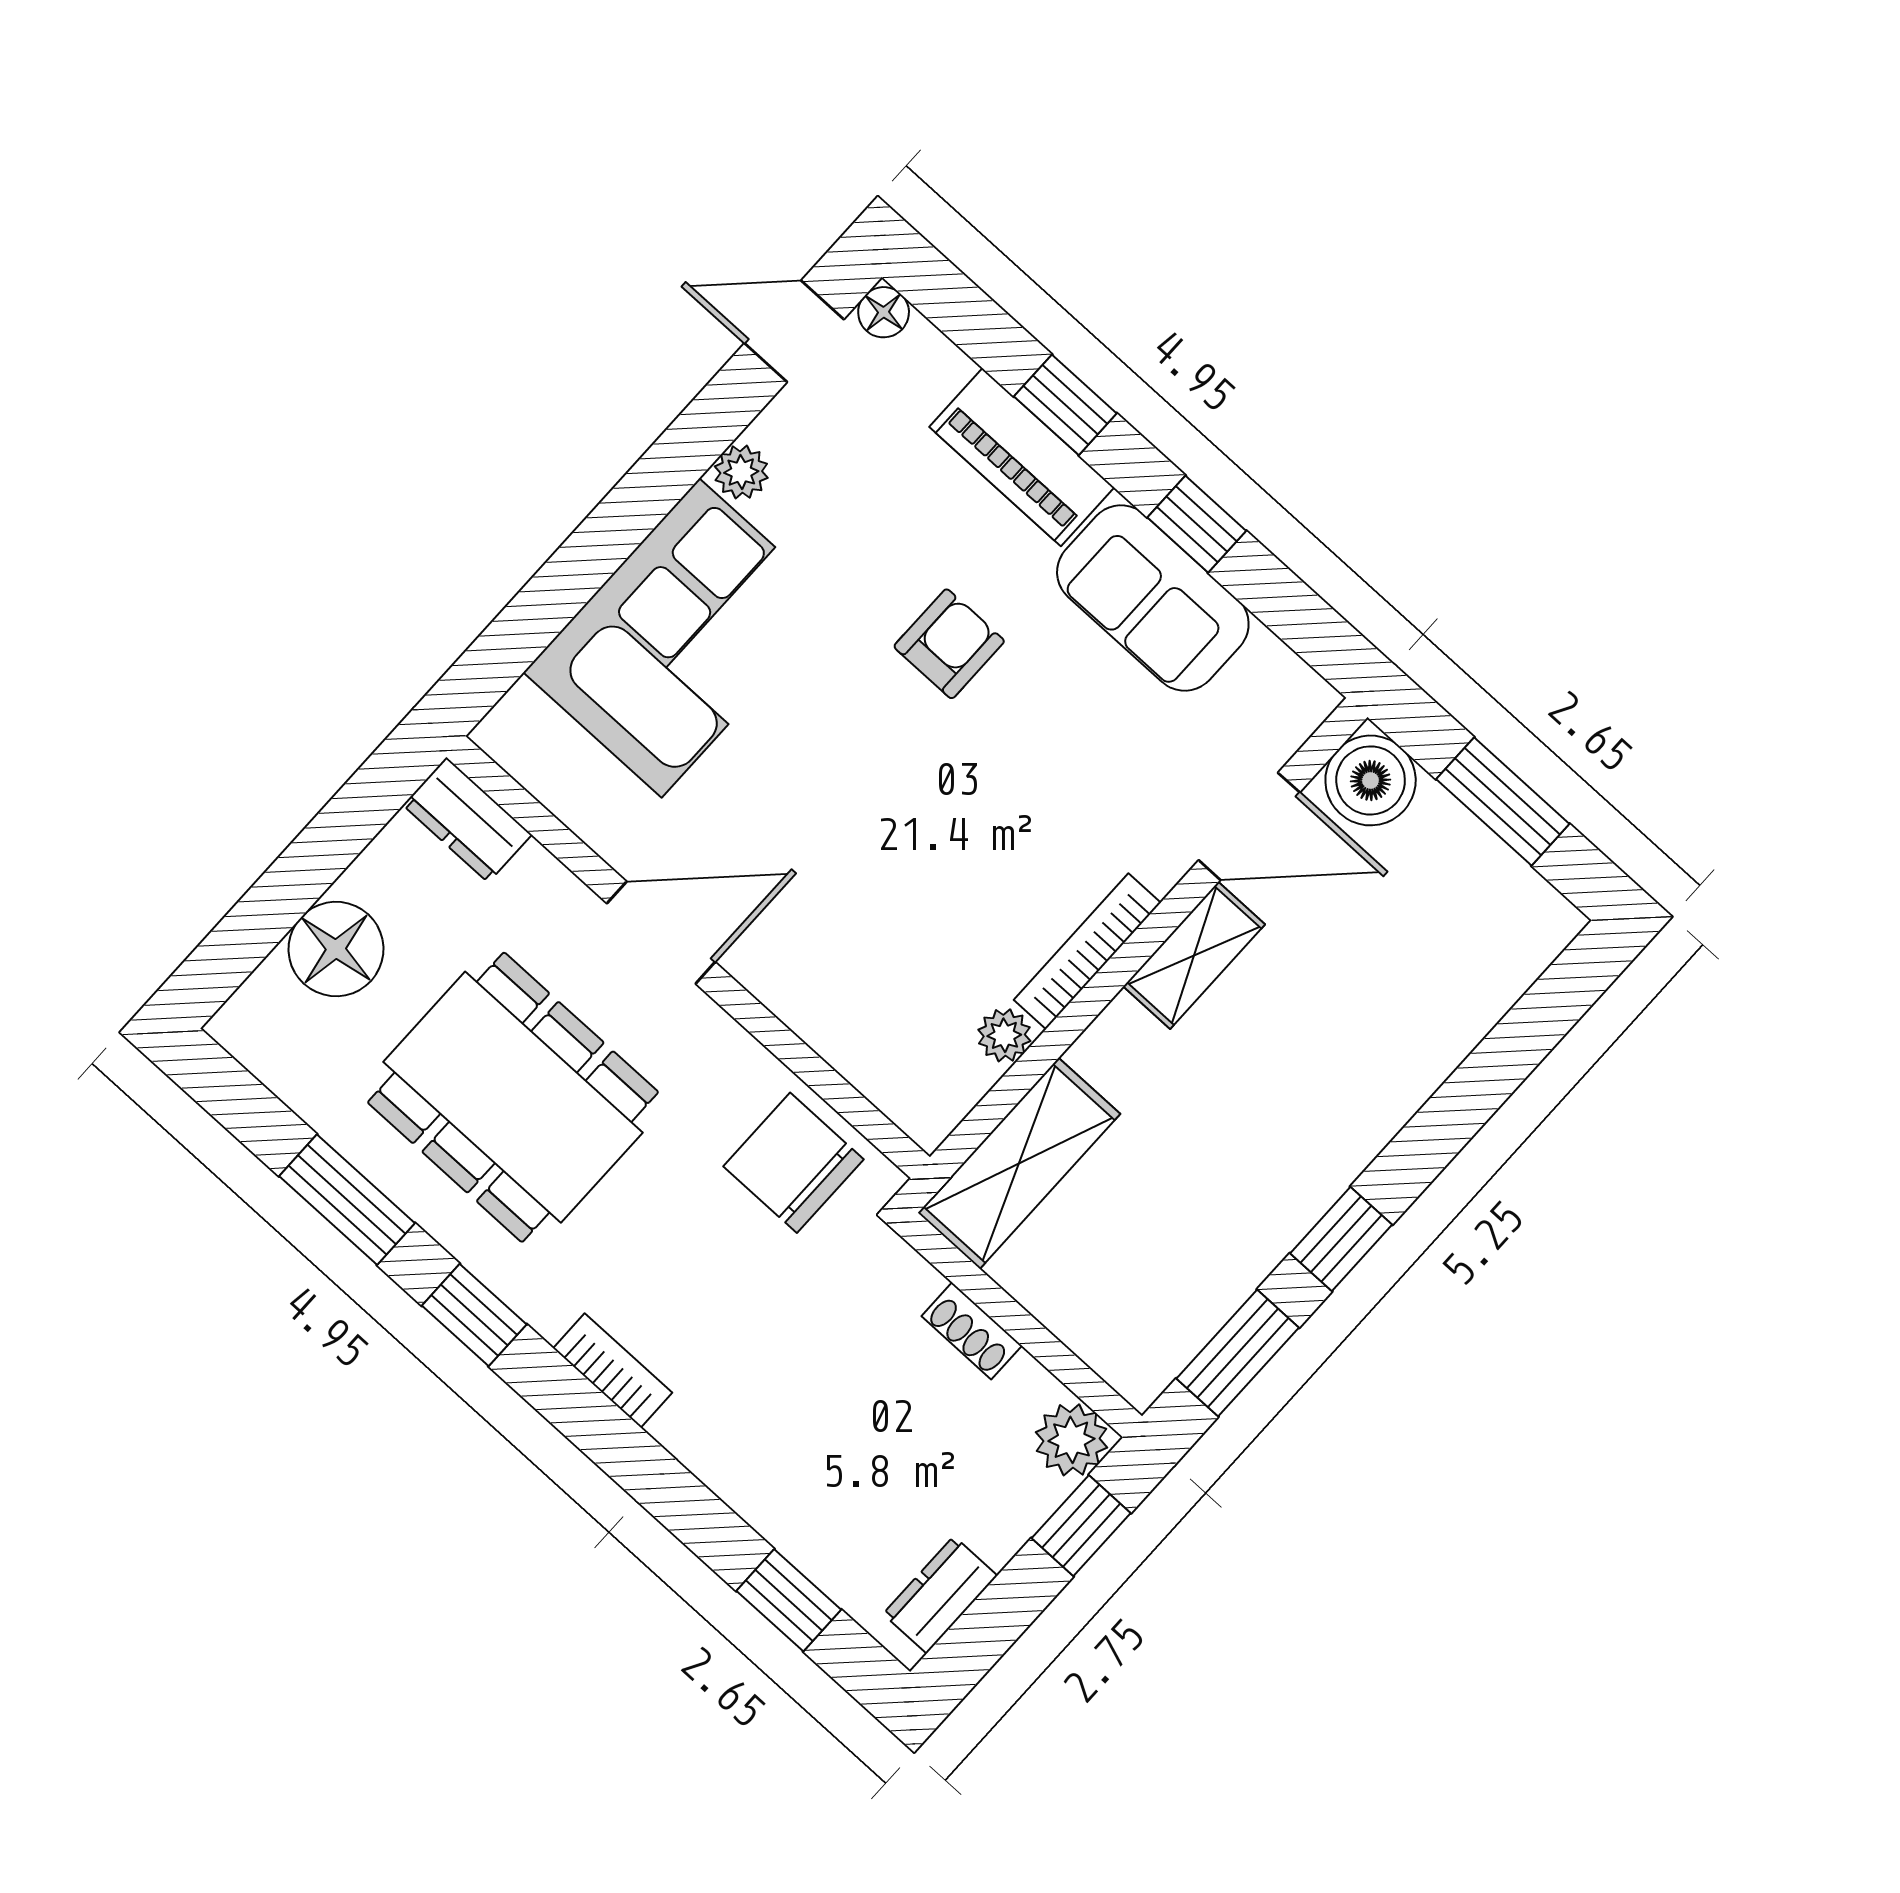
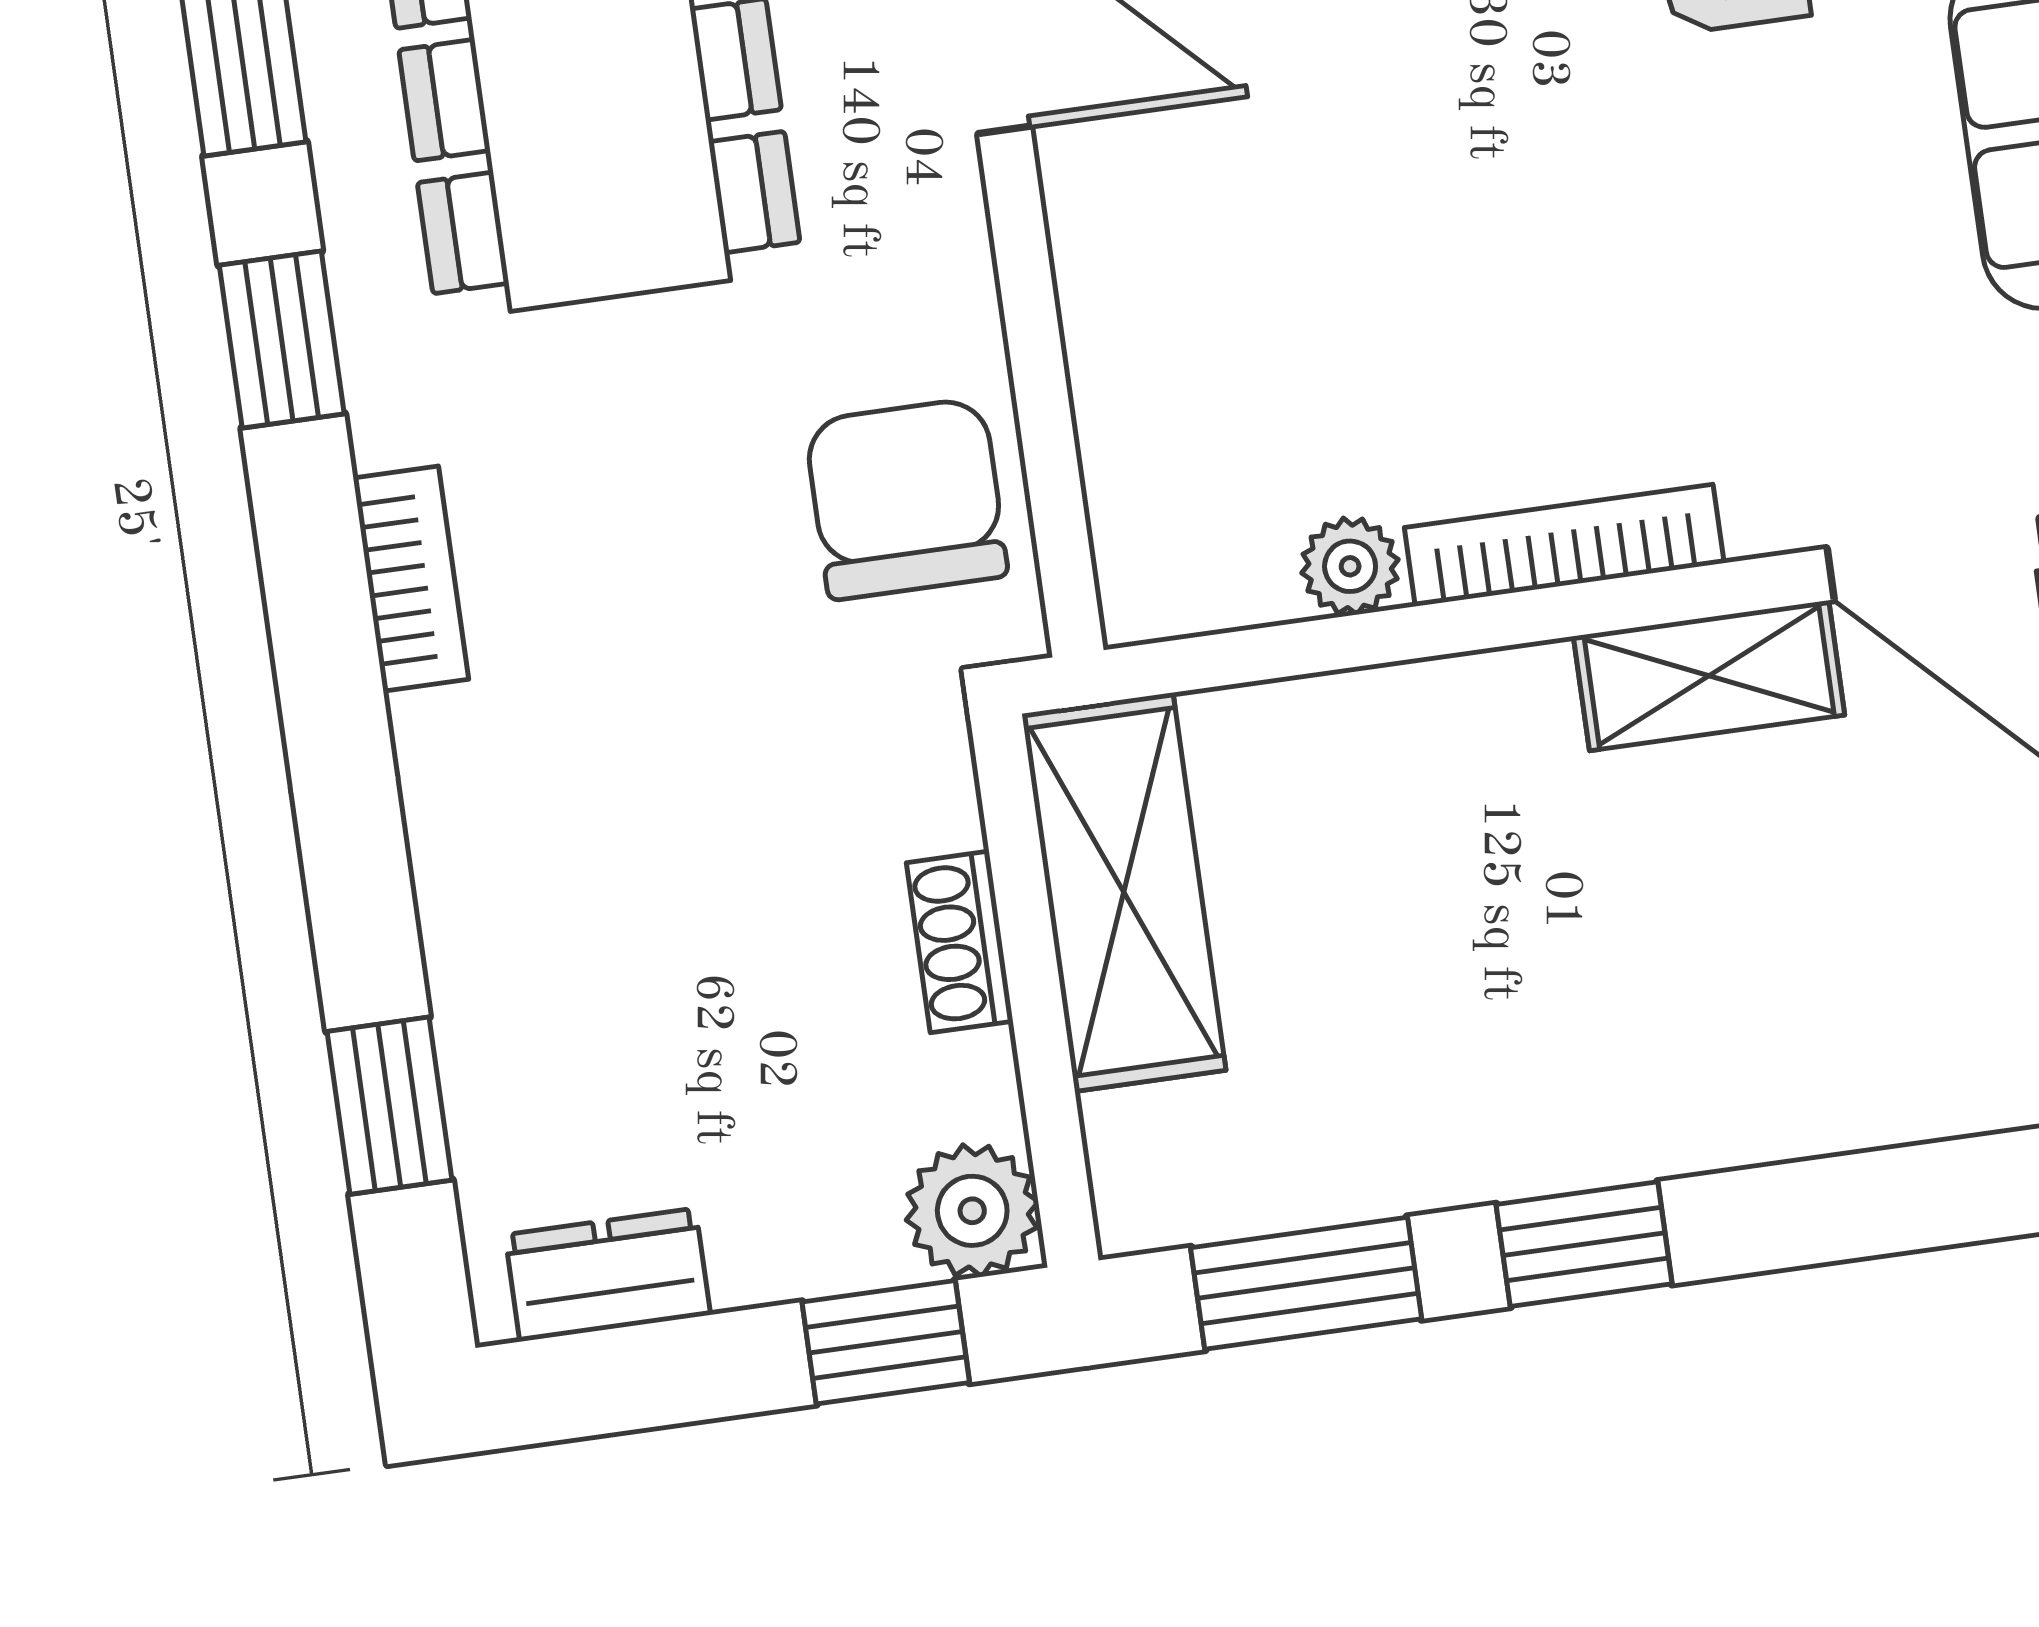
shelving: (1019, 1163) -> (1124, 892), moved, turned 90

